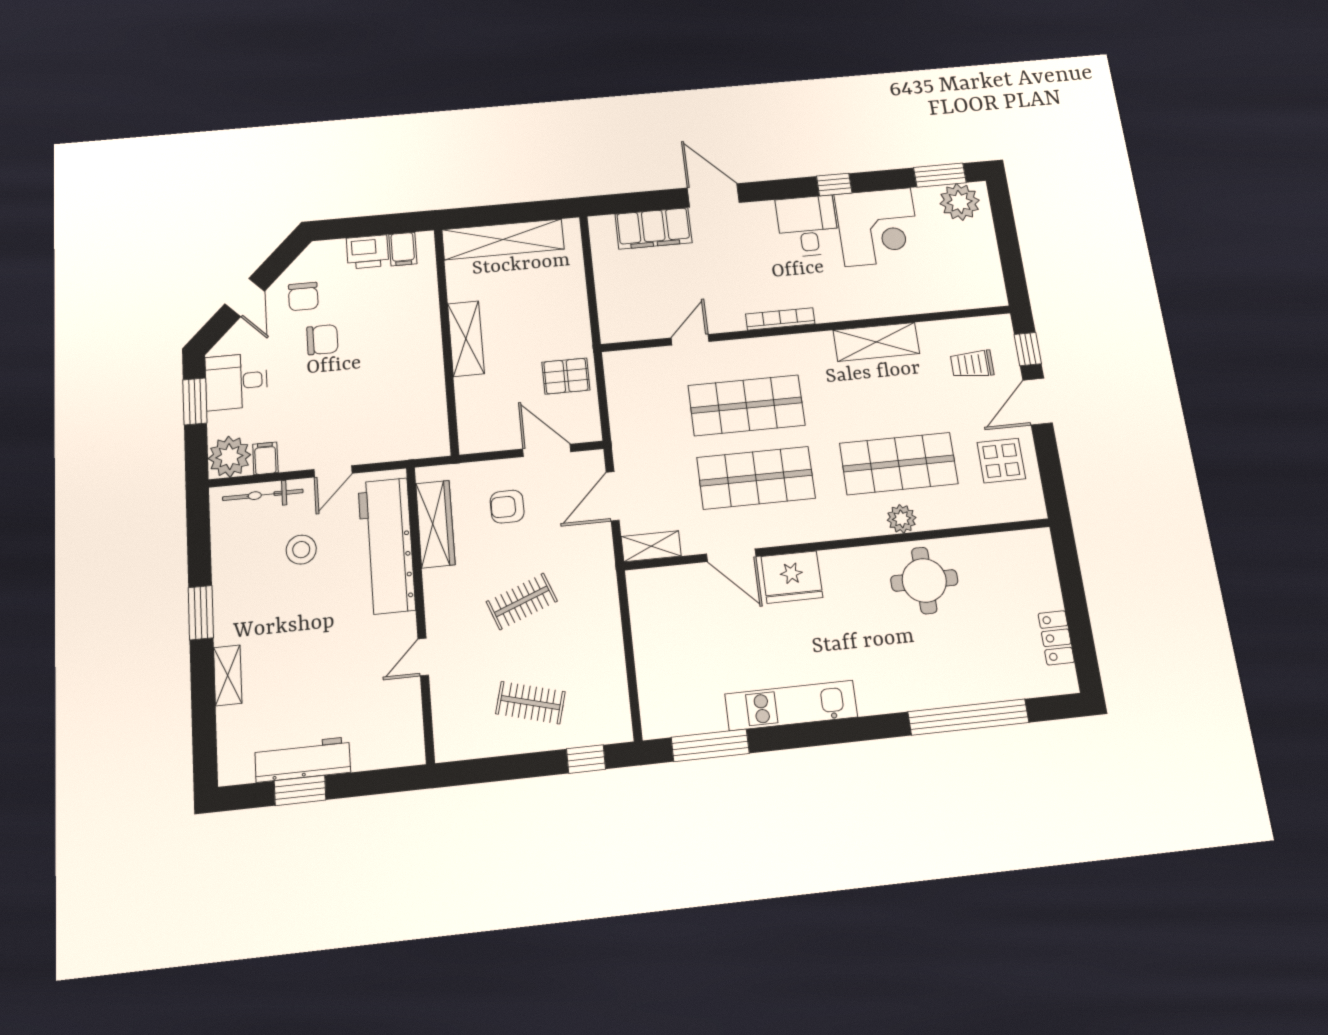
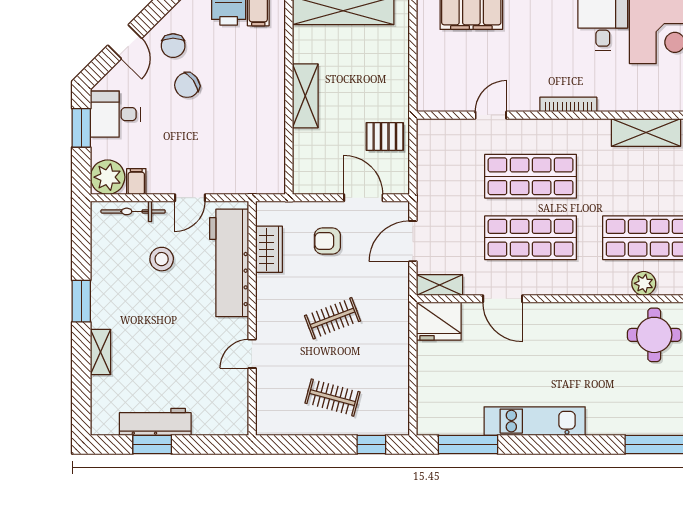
chair: (322, 340) -> (187, 85), turned 144
wardrobe: (435, 524) -> (269, 249), width x0.67
fridge: (792, 577) -> (439, 321), moved

